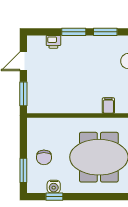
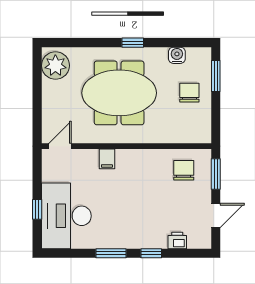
window: (74, 32) -> (151, 253), width x0.67
chair: (48, 97) -> (184, 170), added
window: (54, 197) -> (133, 43), moved

